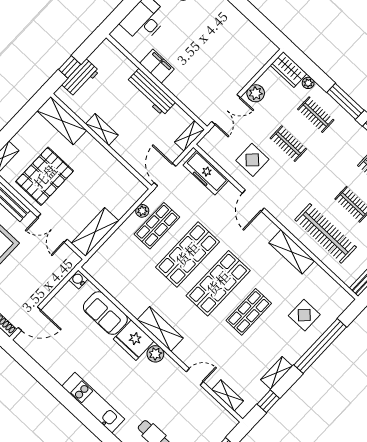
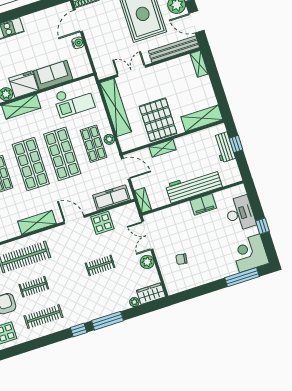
chair: (231, 57) -> (181, 259), added
workbench: (151, 92) -> (194, 186), width x1.36, depth x1.32
clothes rail: (316, 115) -> (110, 295), removed
shelving: (102, 129) -> (163, 148), moved
display table: (252, 160) -> (102, 223), moved
pallet: (45, 176) -> (158, 120), moved
shelving: (95, 232) -> (116, 107), width x1.47
shelving: (292, 252) -> (37, 222), moved
checkout: (121, 274) -> (74, 101), added
water cooler: (78, 279) -> (78, 43), moved

